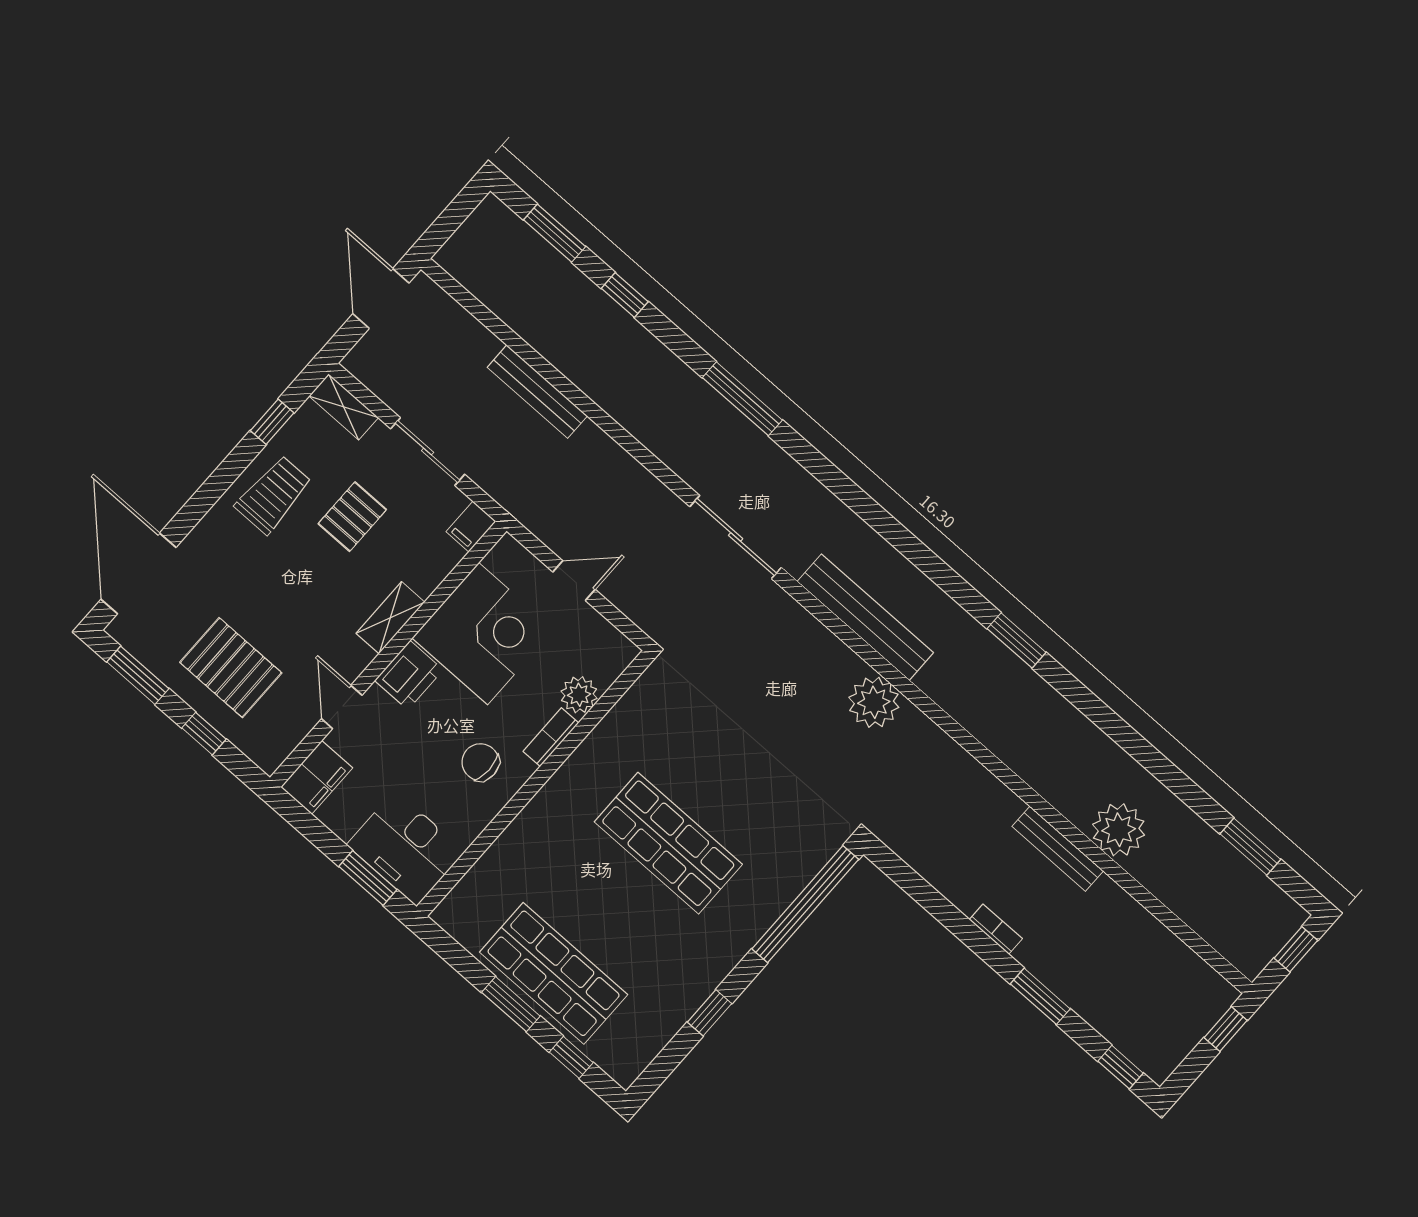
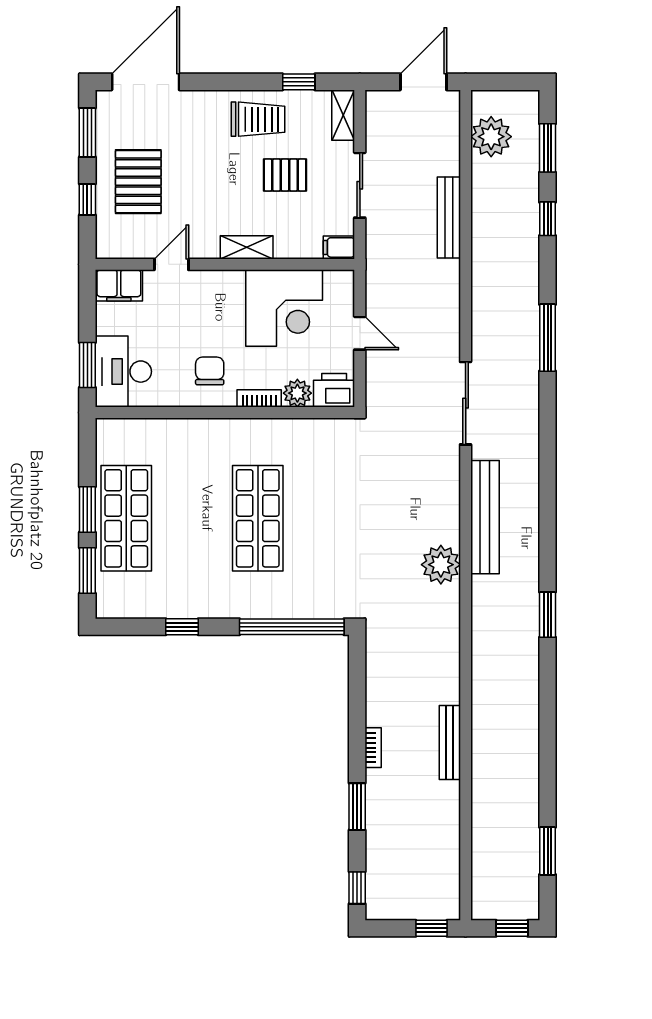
printer: (409, 675) -> (334, 390), moved, turned 180
plant: (1119, 830) -> (491, 137), moved
window: (571, 1057) -> (87, 571), width x1.50

